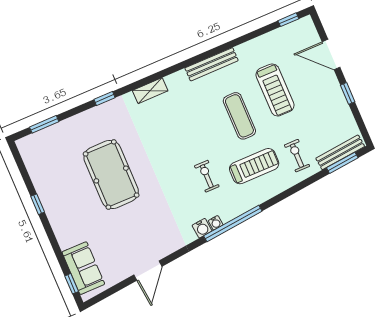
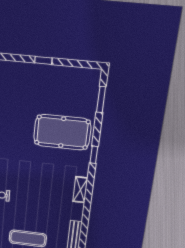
pool table: (111, 174) -> (62, 132), moved

